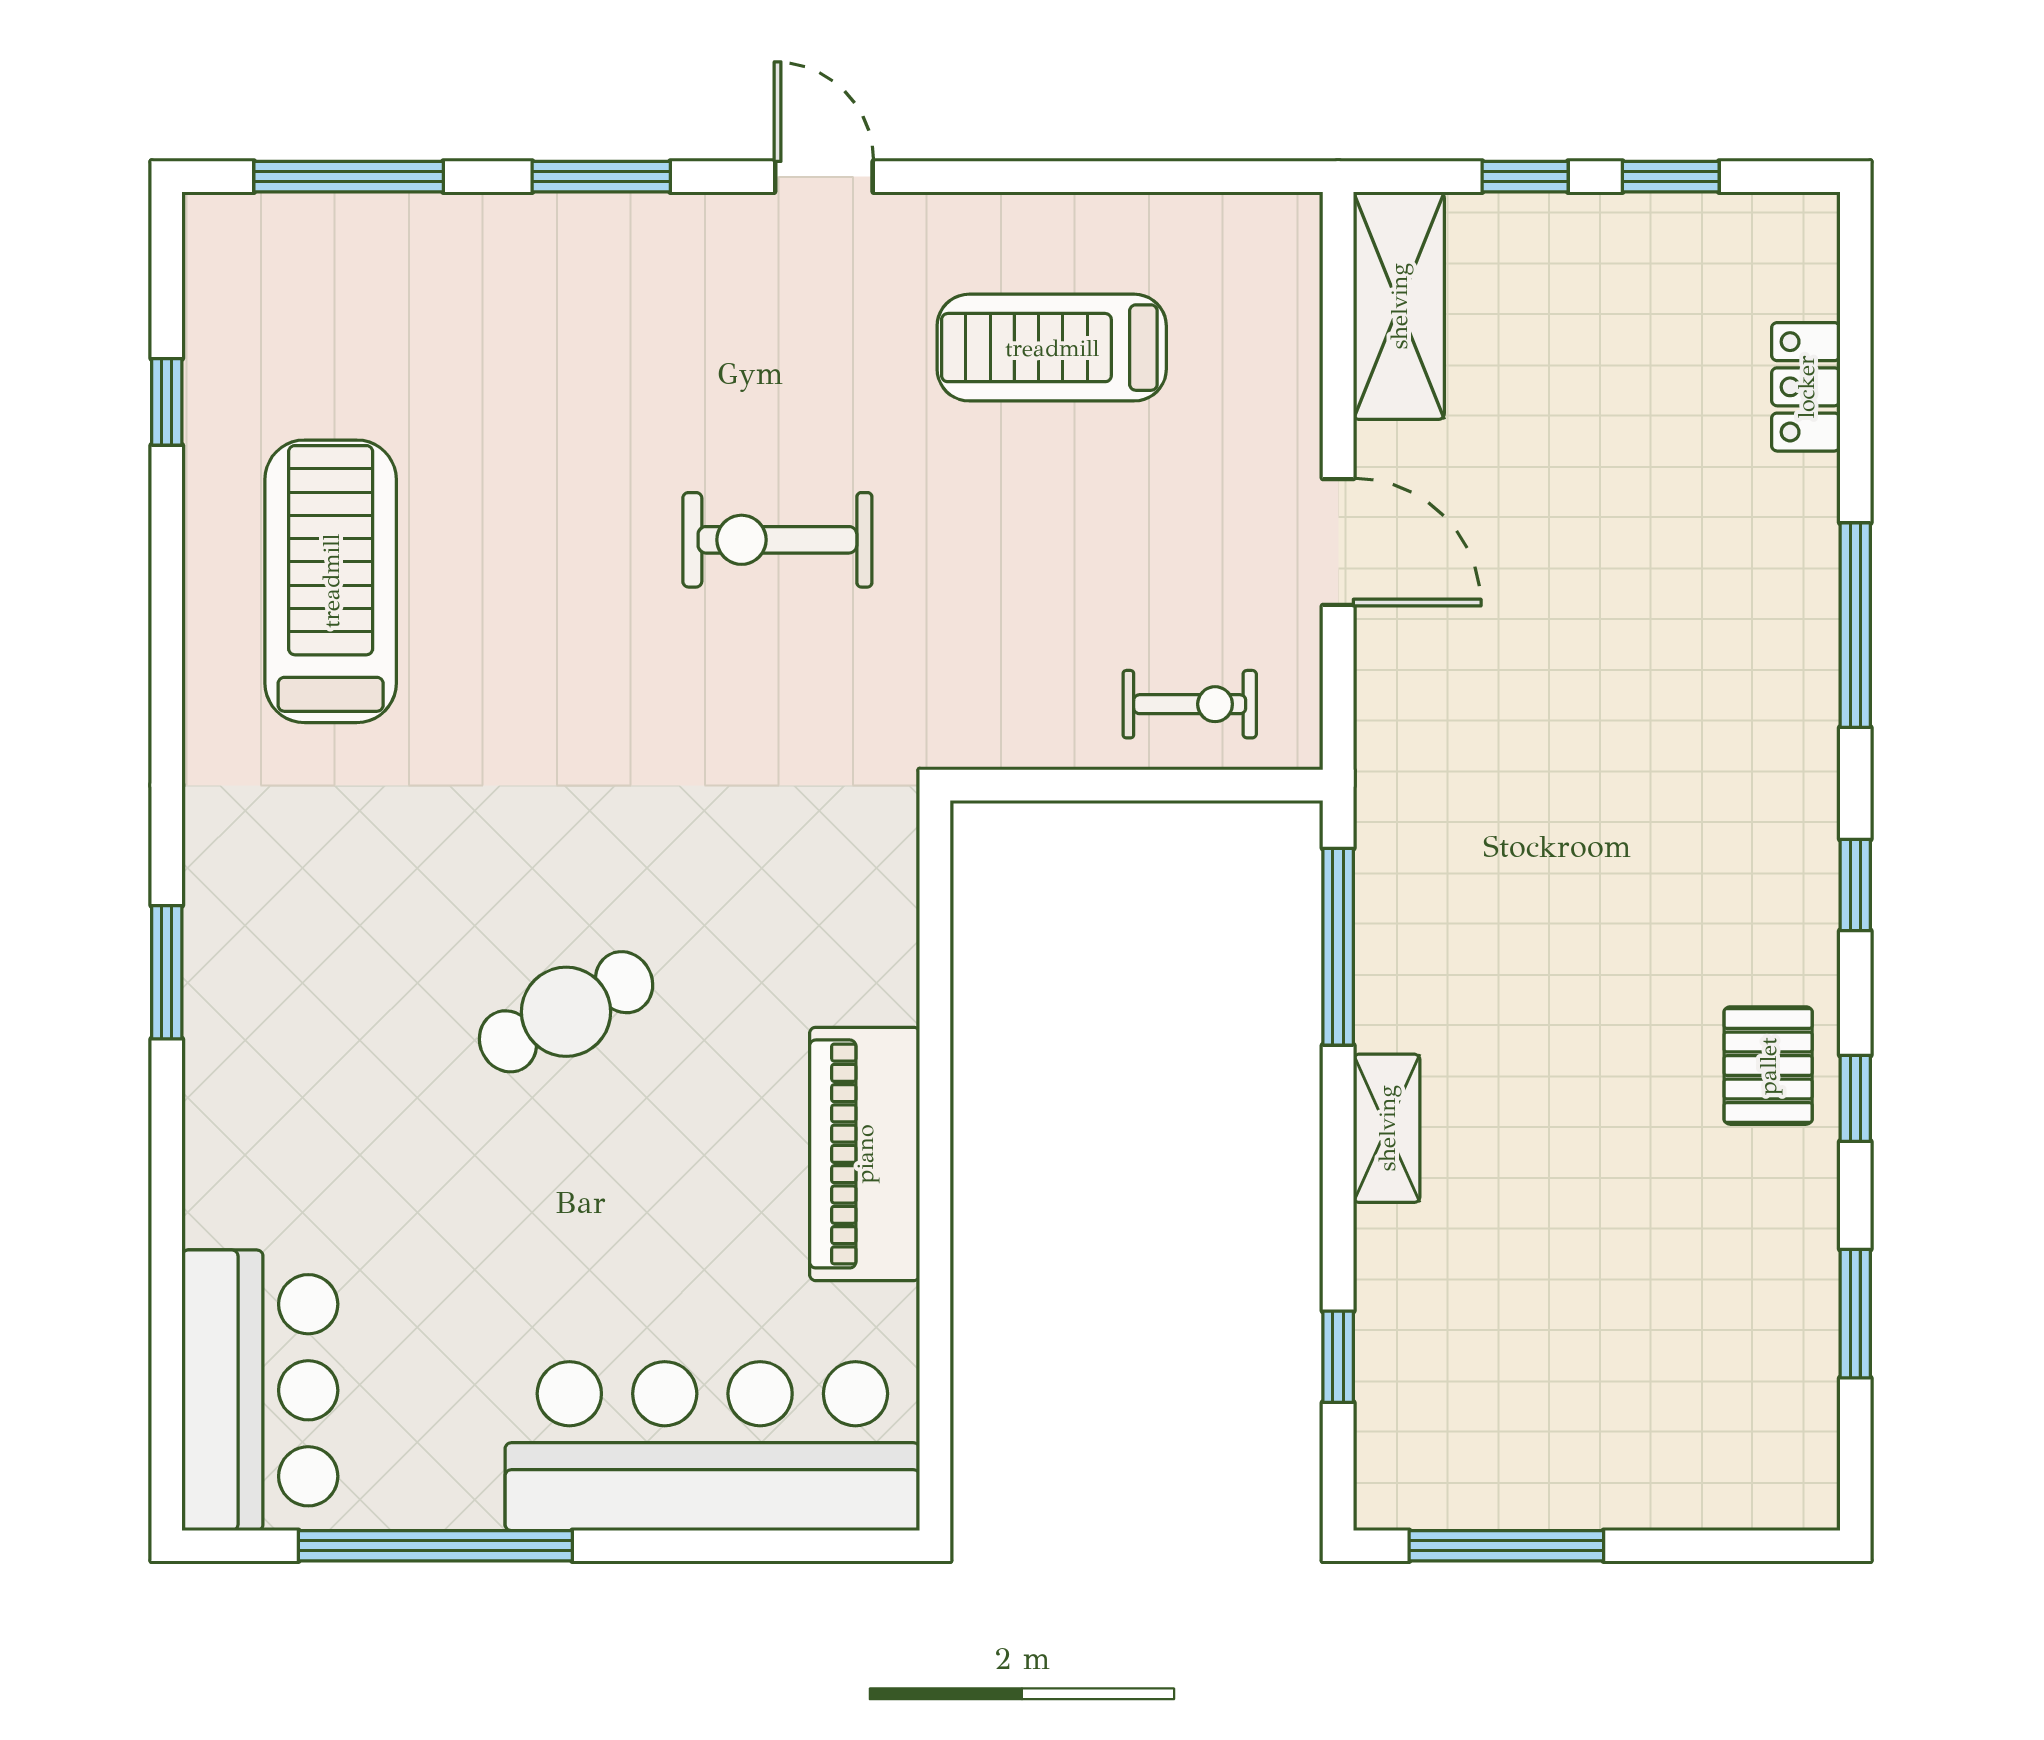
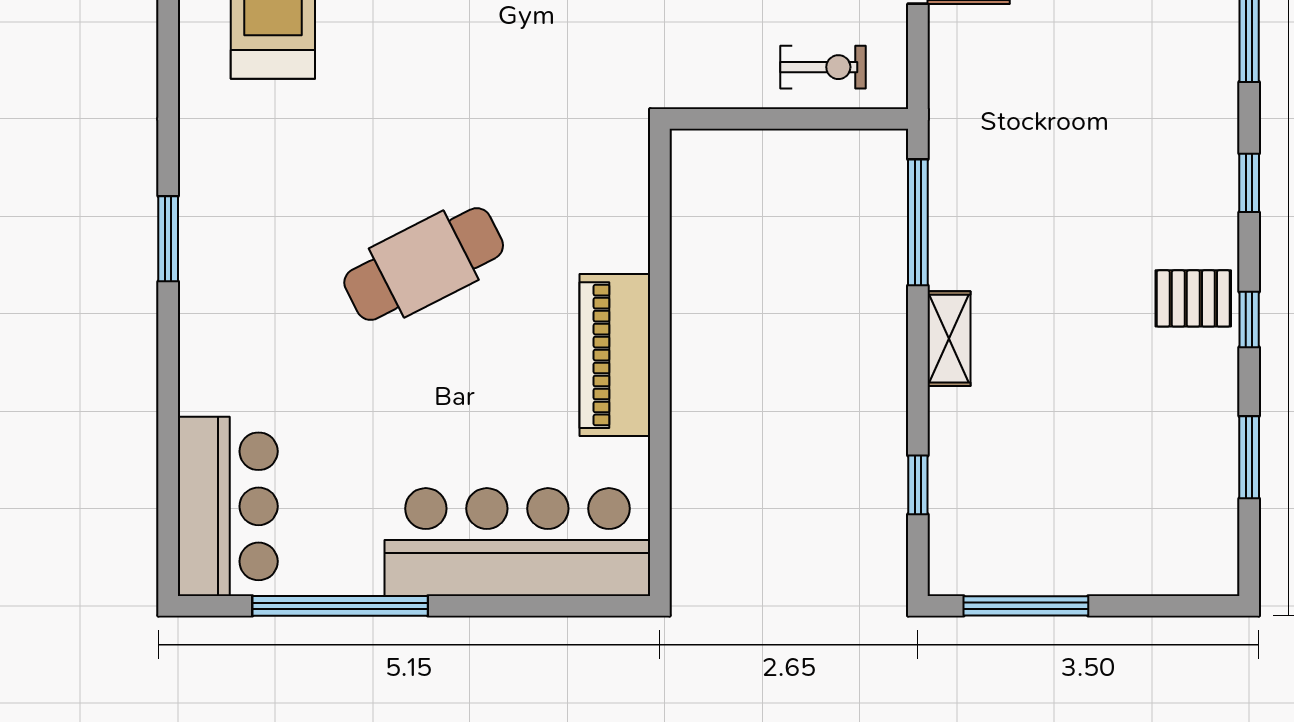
cafe table: (566, 1012) -> (424, 264), width x1.37, depth x1.35
pallet: (1768, 1066) -> (1193, 298), turned 90

